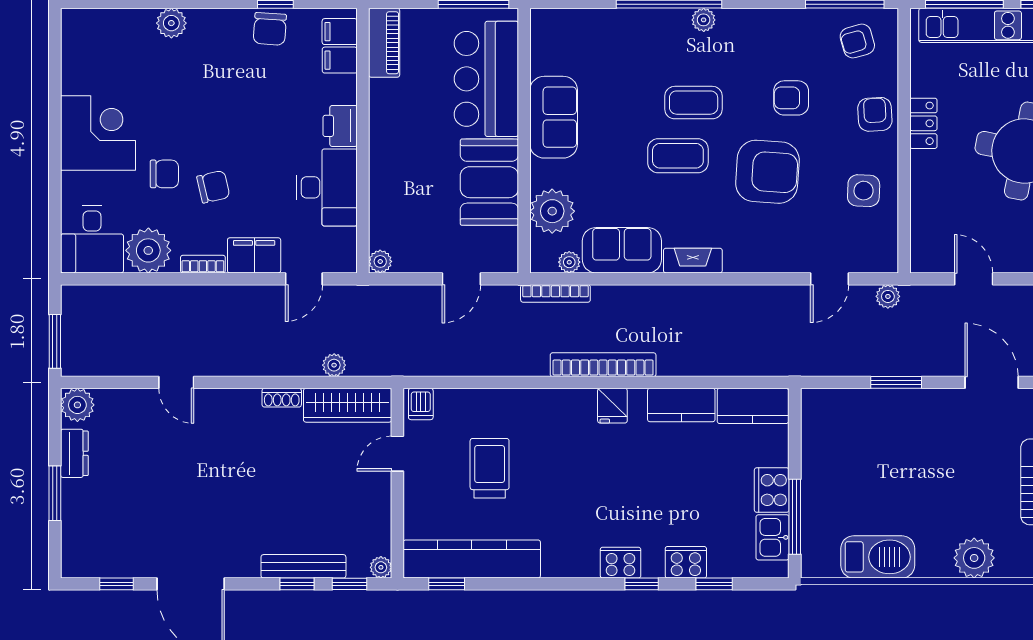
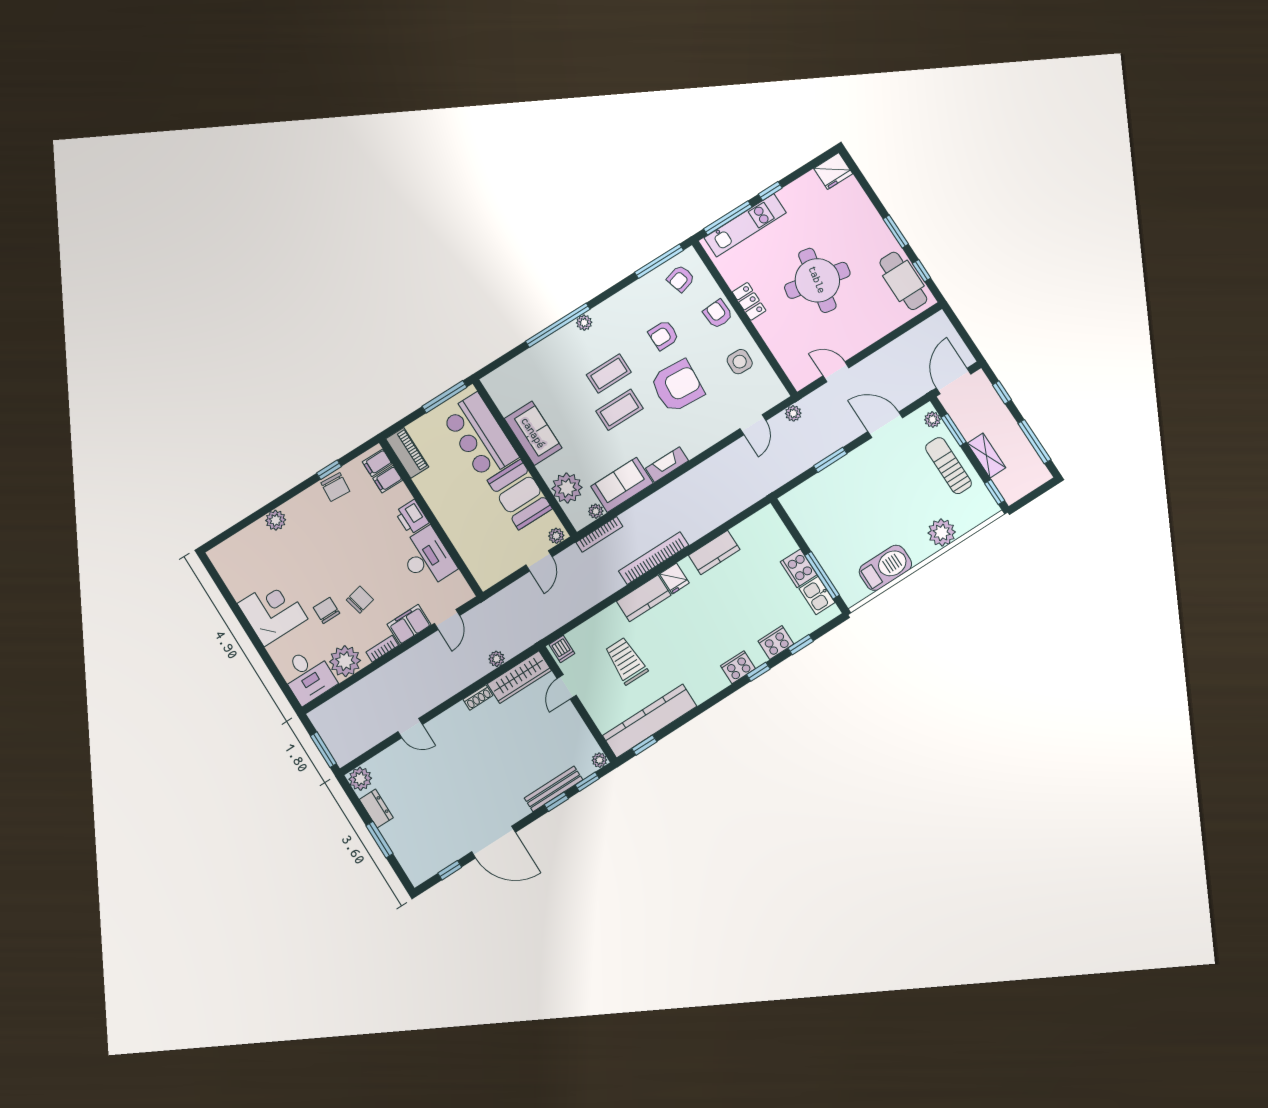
chair: (164, 174) -> (327, 610), turned -90
plant: (380, 261) -> (556, 536), moved
kitchen counter: (753, 406) -> (644, 598), moved

